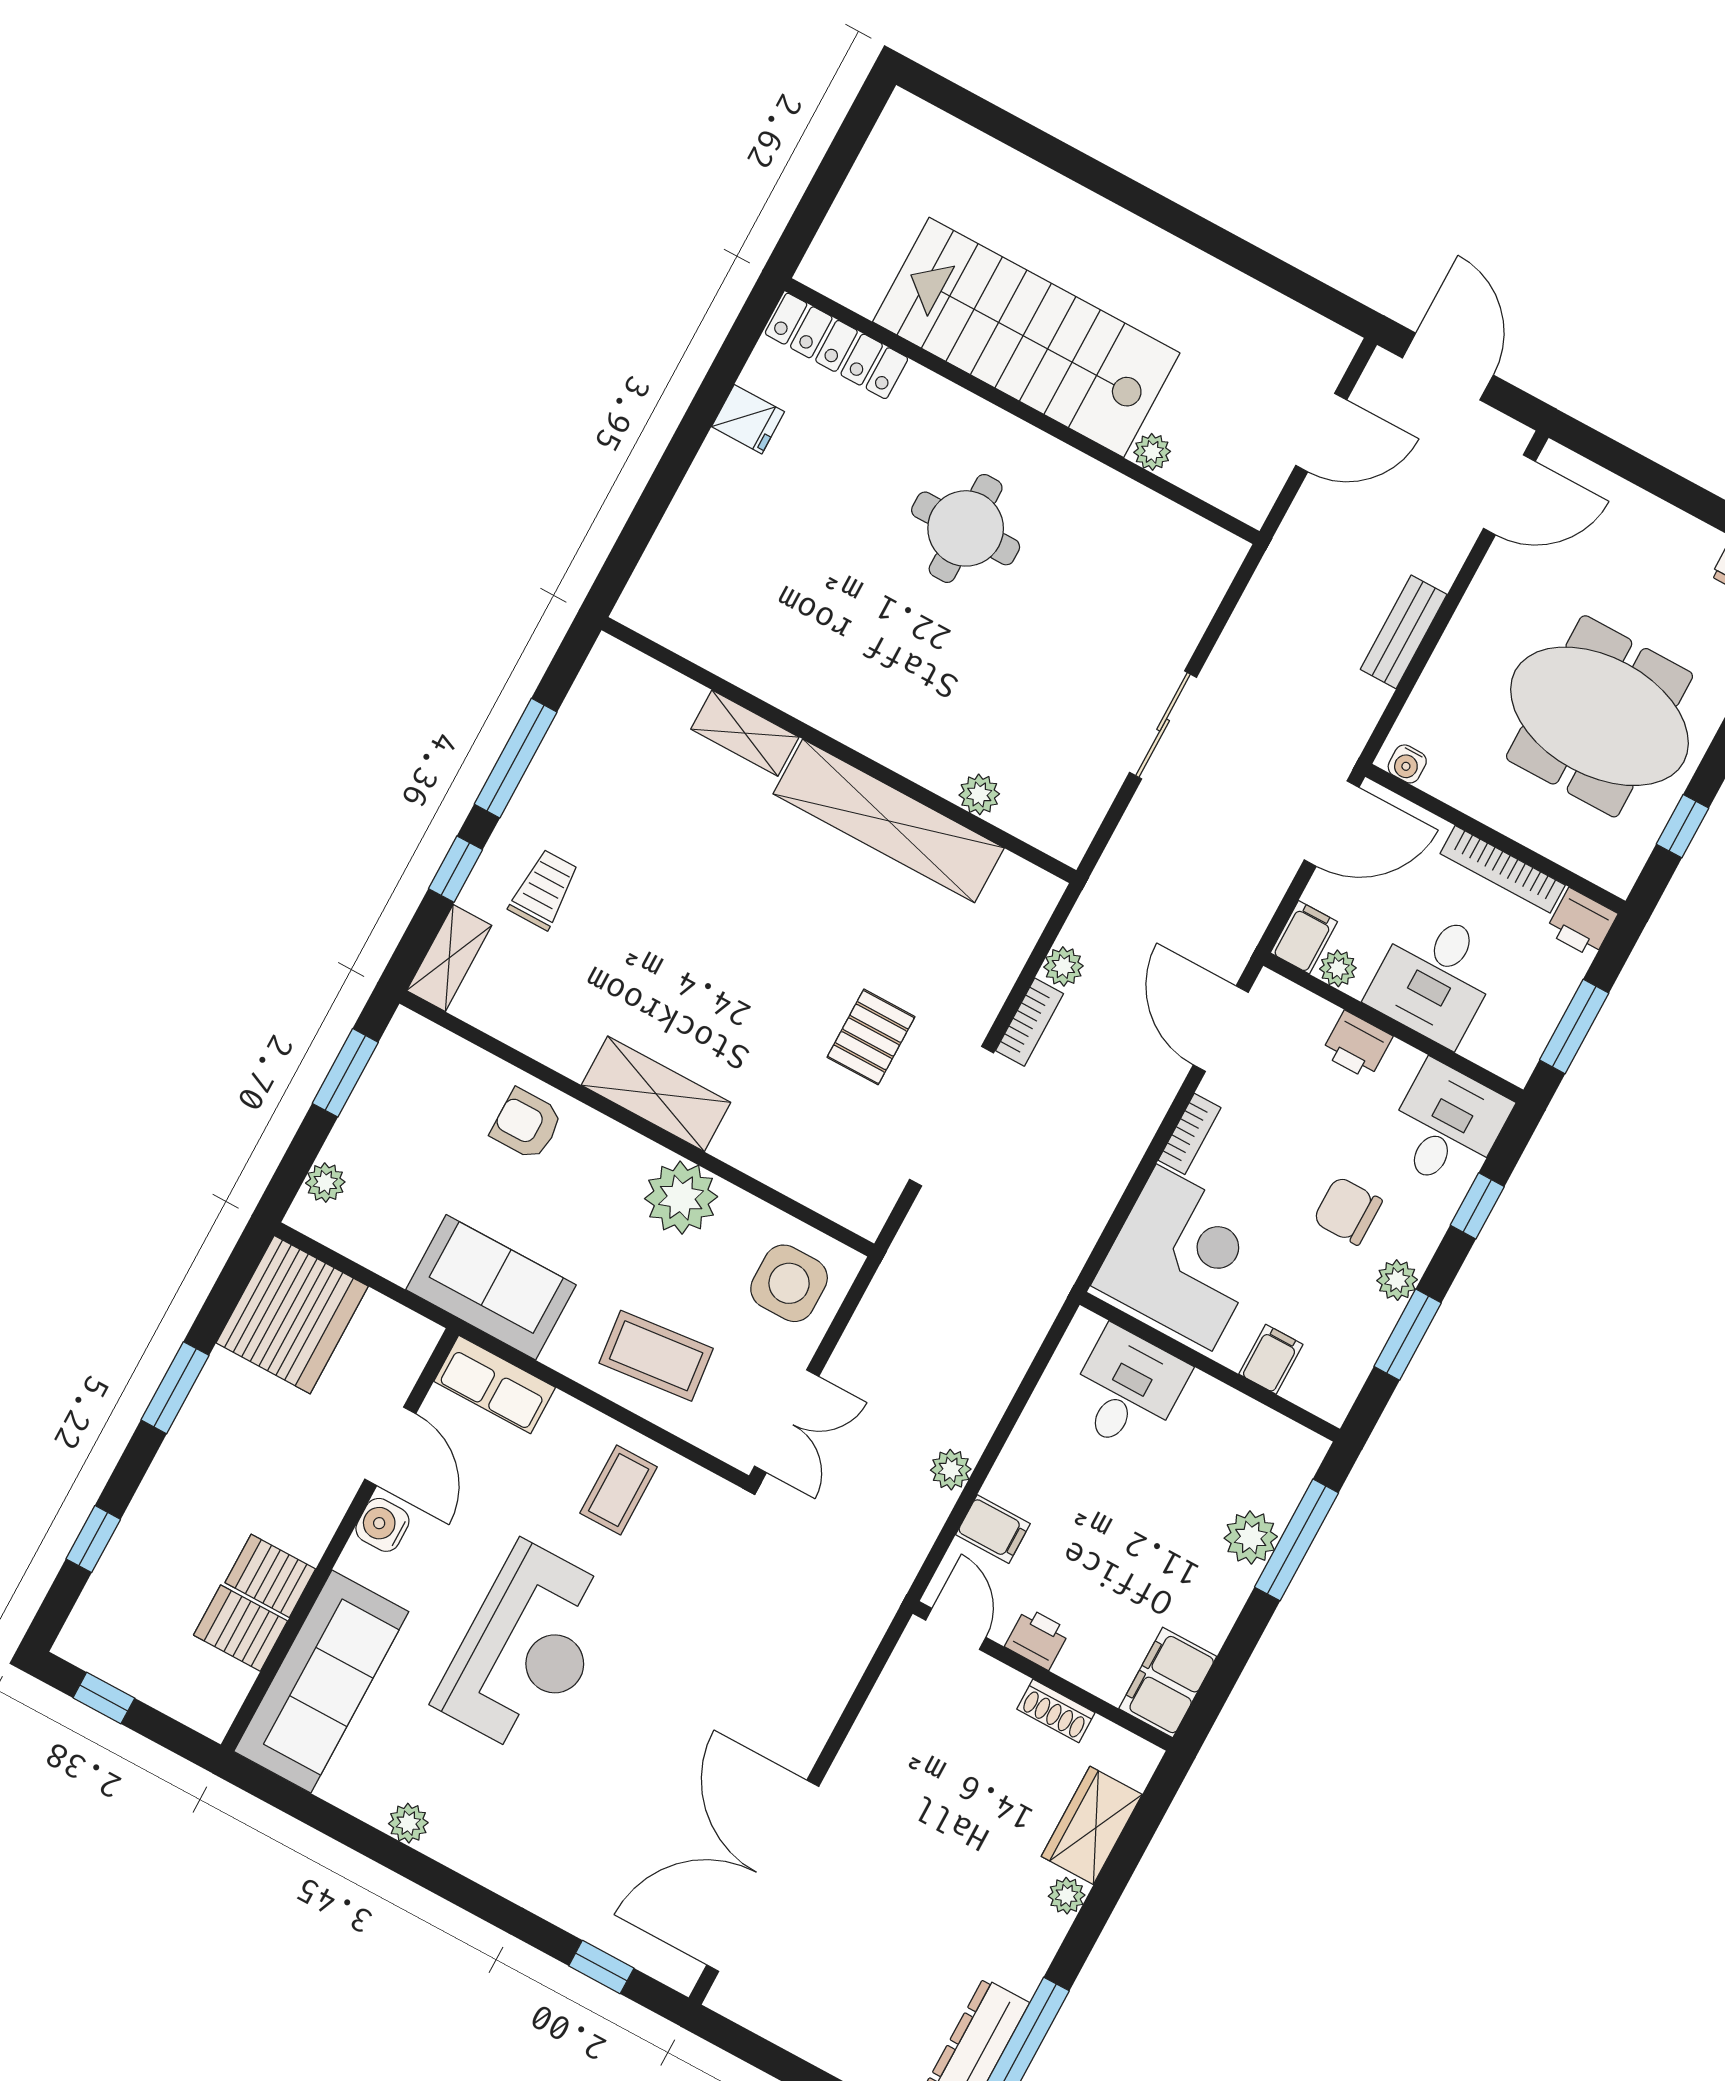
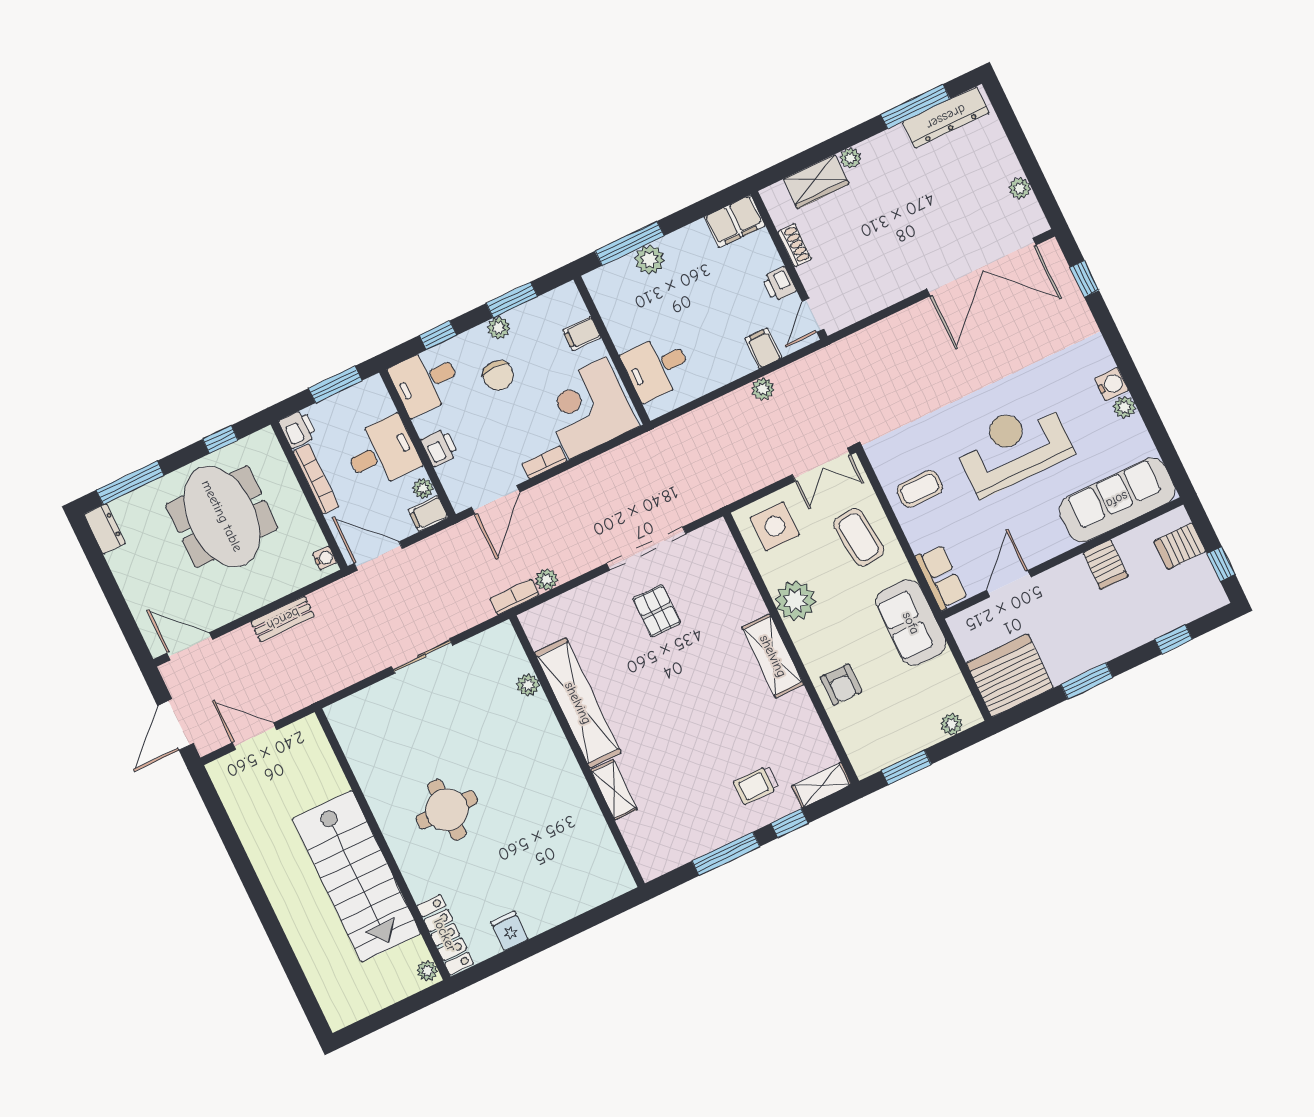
plant: (1152, 452) -> (427, 971), moved
bookcase: (1029, 1022) -> (515, 597), moved
pallet: (871, 1037) -> (657, 611), turned 90
double door: (787, 1421) -> (821, 465), swing flipped
water cooler: (382, 1525) -> (1111, 384), moved, turned -90
server rack: (240, 1628) -> (1180, 546), moved, turned 90
plant: (790, 2030) -> (1020, 188), added

